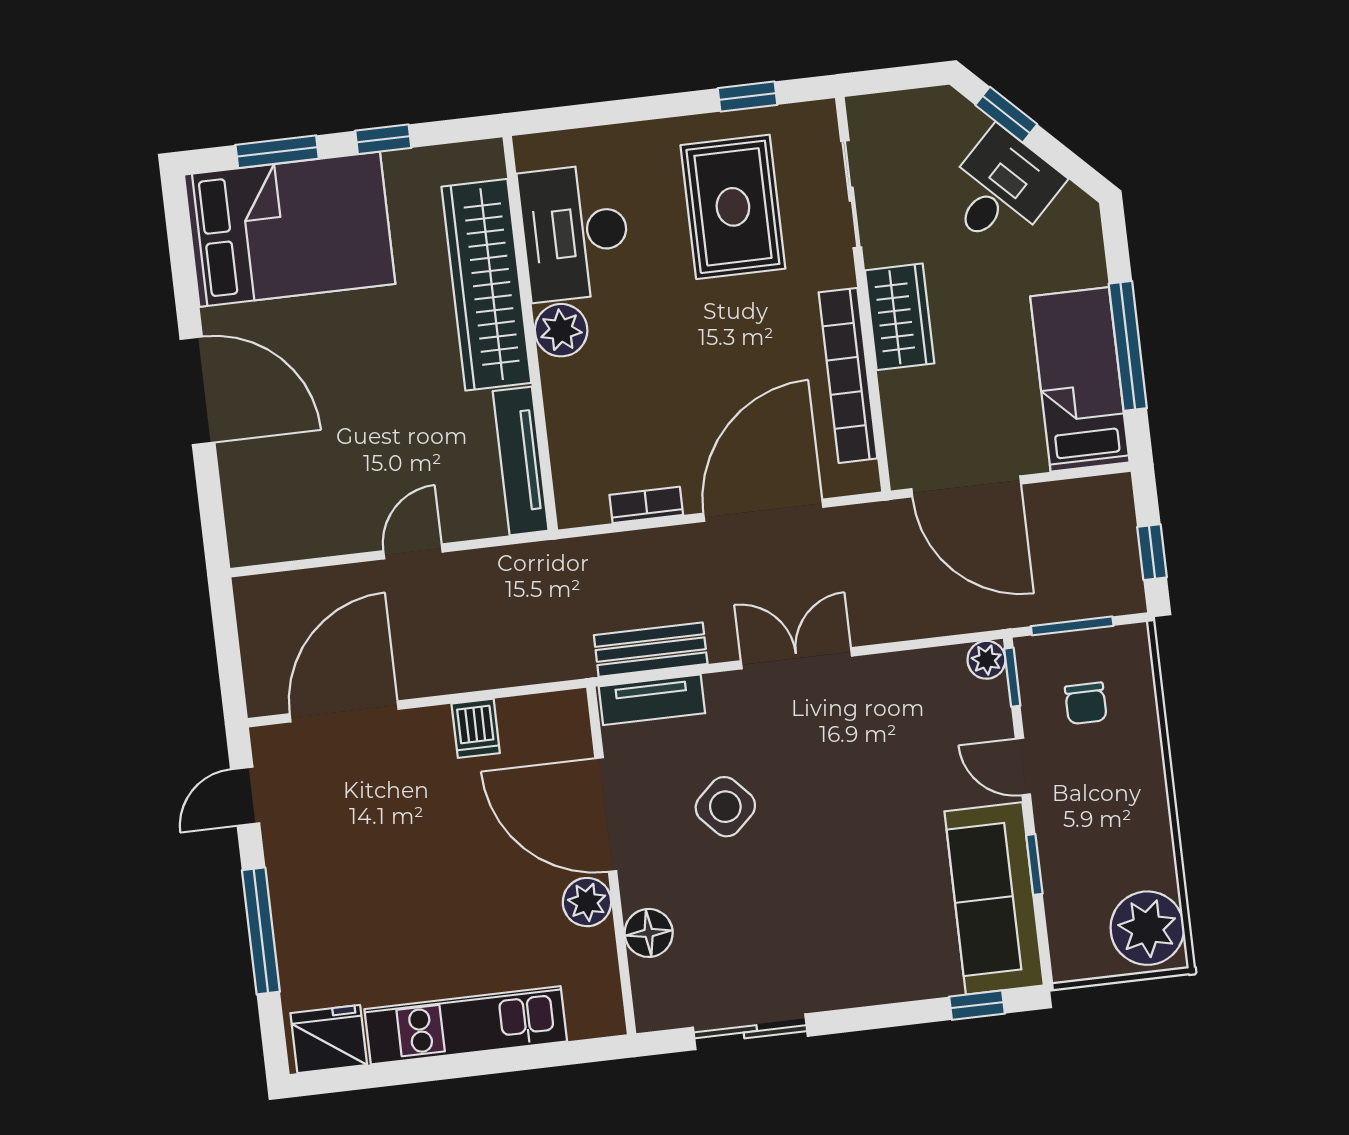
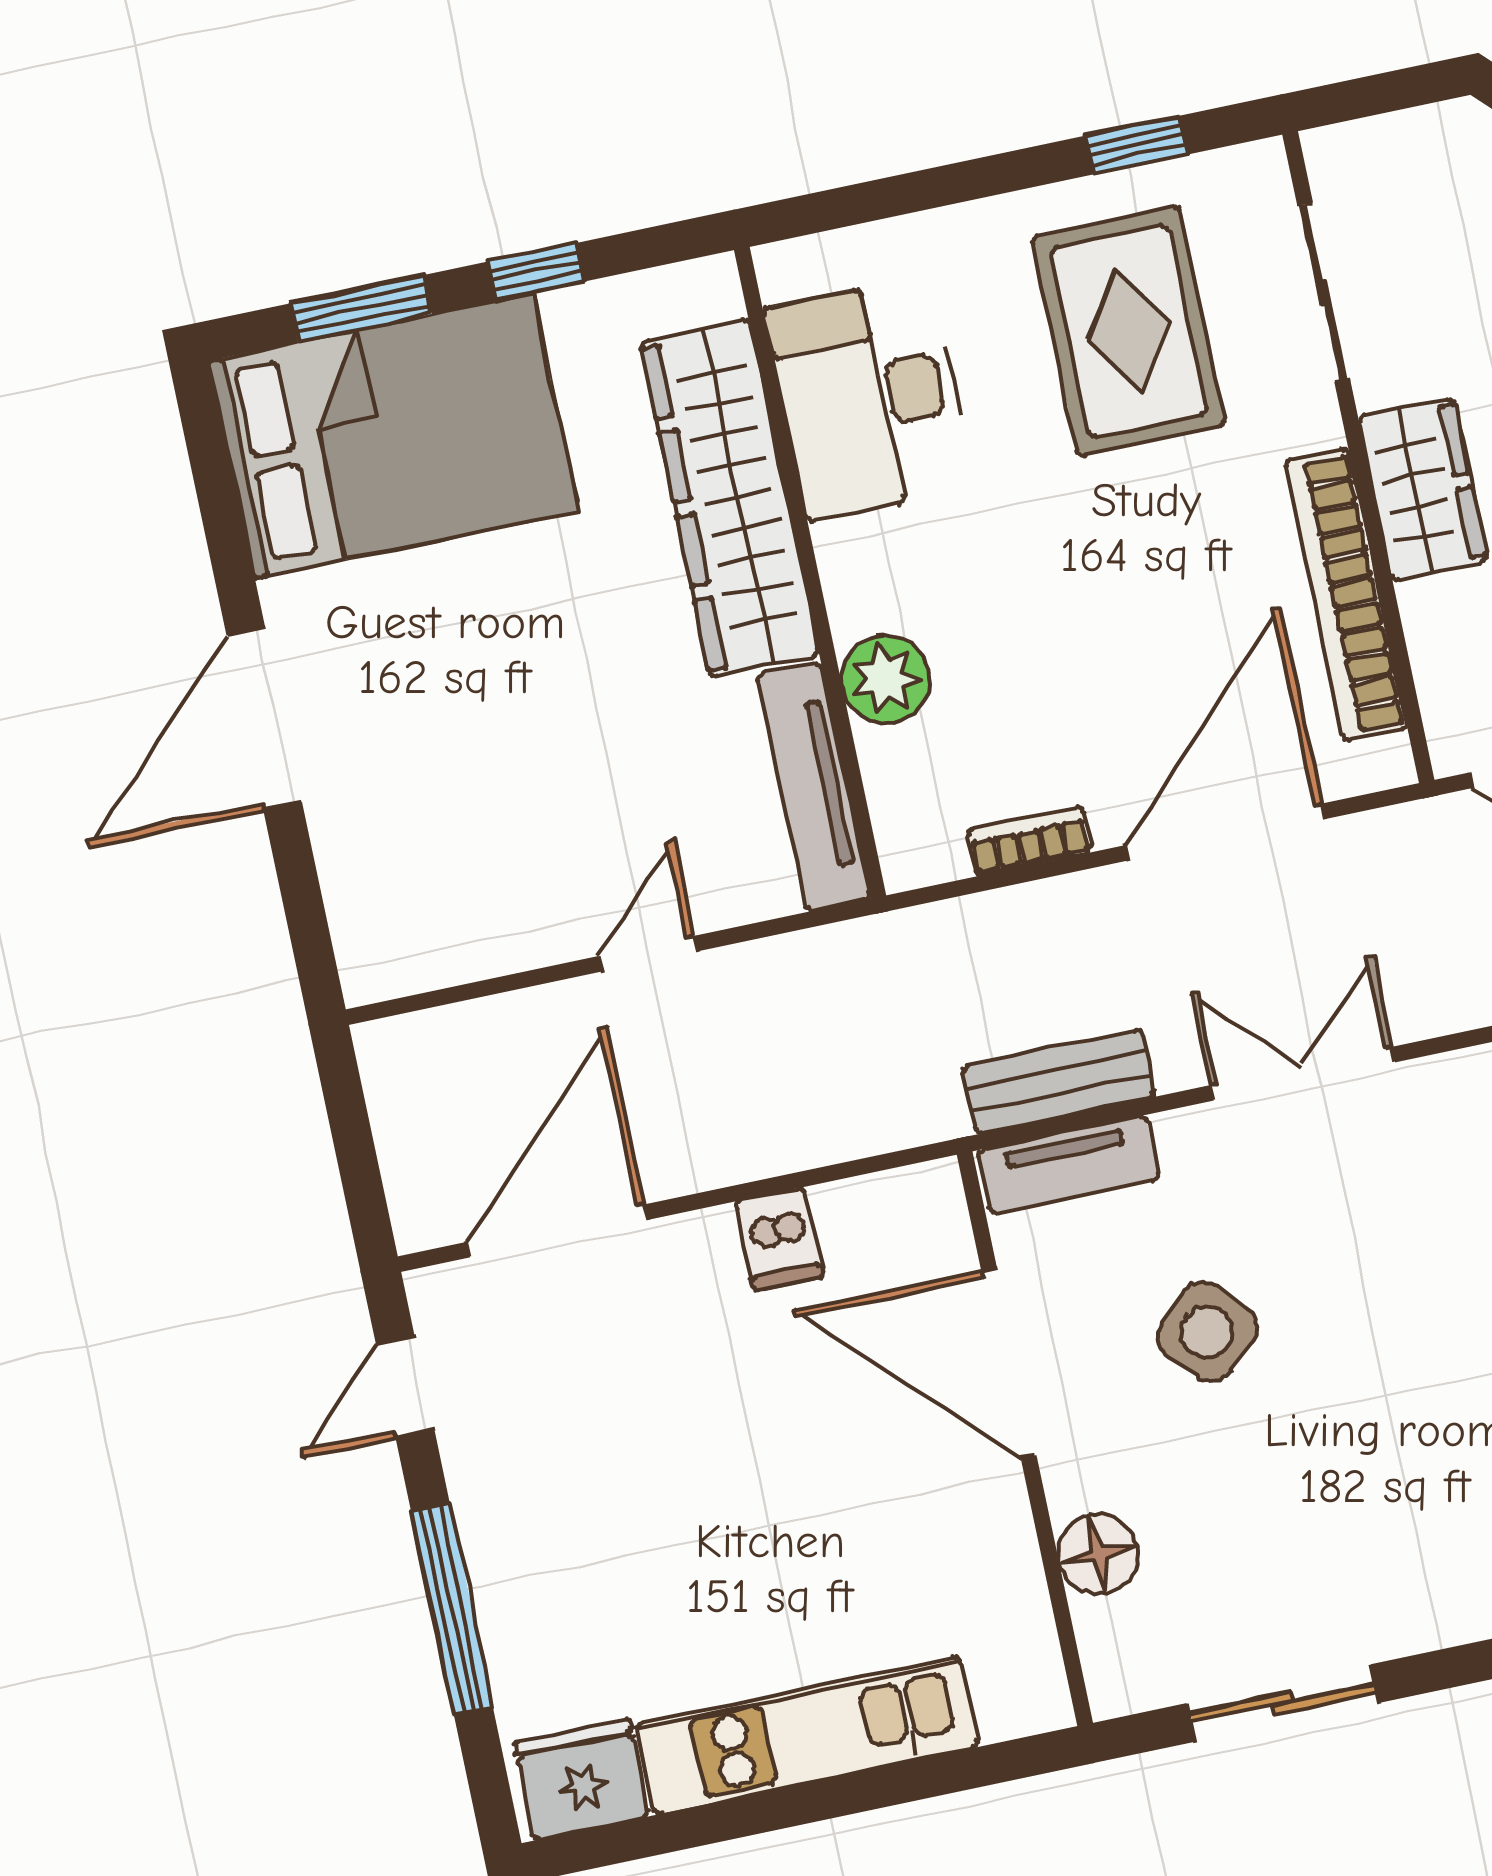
plant: (561, 330) -> (886, 679), moved
door: (197, 391) -> (264, 719), swing flipped
plant: (587, 902) -> (991, 1512), removed

